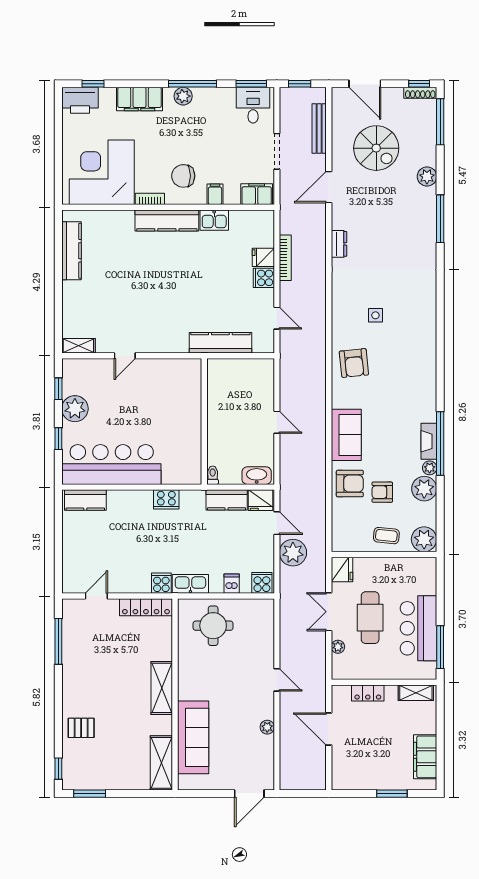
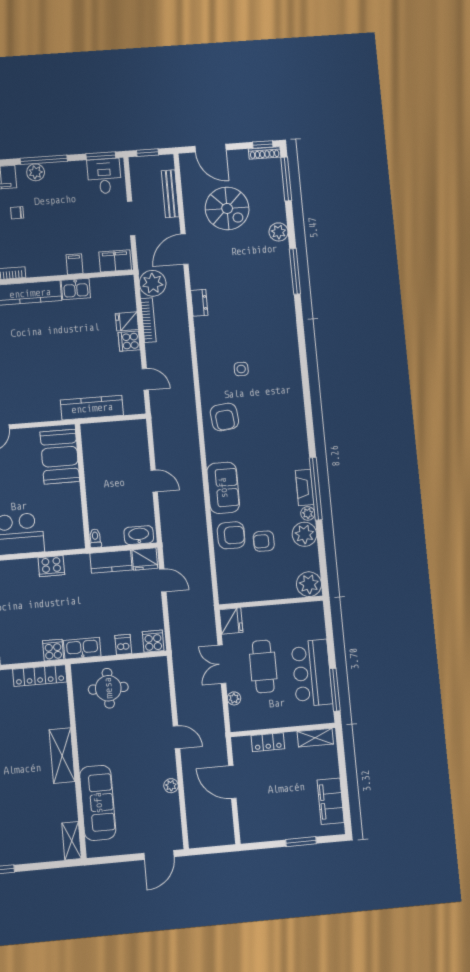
chair: (183, 176) -> (17, 213), moved, width x0.54, depth x0.54
booth: (184, 390) -> (60, 457), added
coffee table: (386, 536) -> (272, 584), removed
plant: (293, 553) -> (153, 283), moved
shelving: (161, 763) -> (72, 841), width x0.67, depth x0.75

